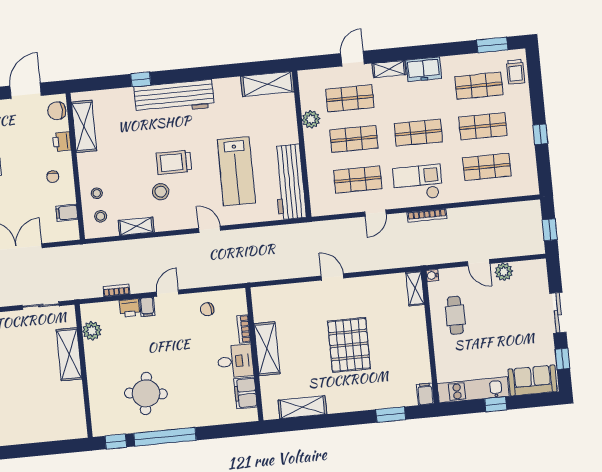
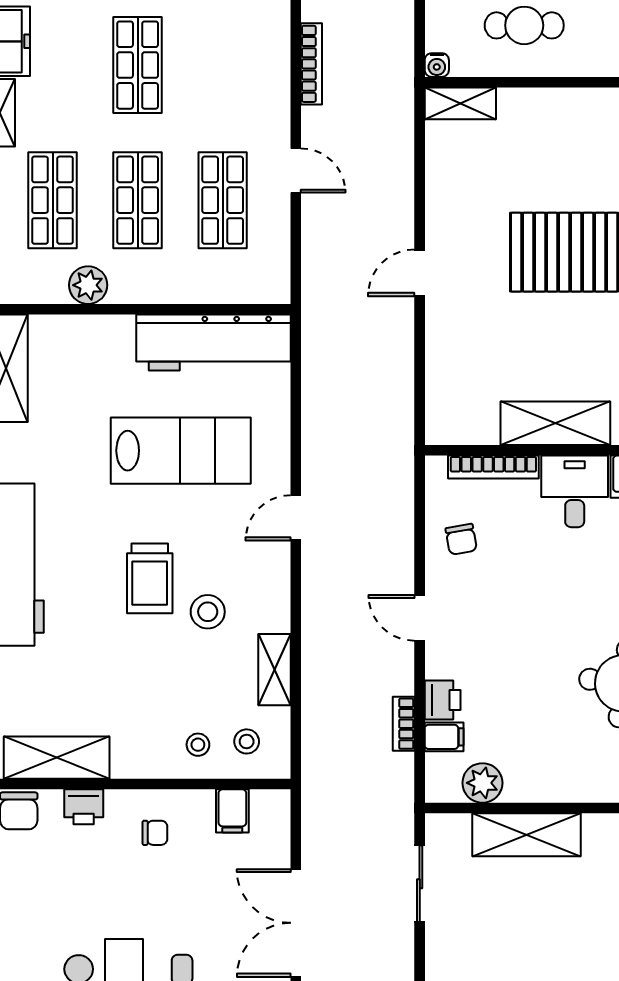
checkout: (418, 183) -> (242, 76), removed
filing cabinet: (147, 307) -> (444, 737), moved
bookcase: (244, 329) -> (493, 467), width x1.56

